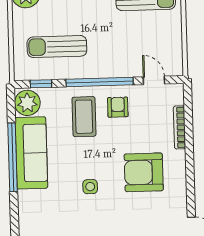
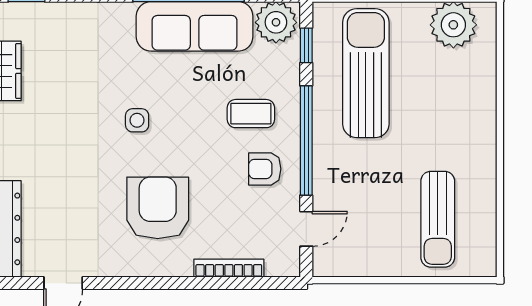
sun lounger: (57, 47) -> (366, 73), width x1.36, depth x1.34
armchair: (118, 107) -> (265, 169), turned 180
coffee table: (84, 117) -> (251, 114), width x0.73, depth x0.77

